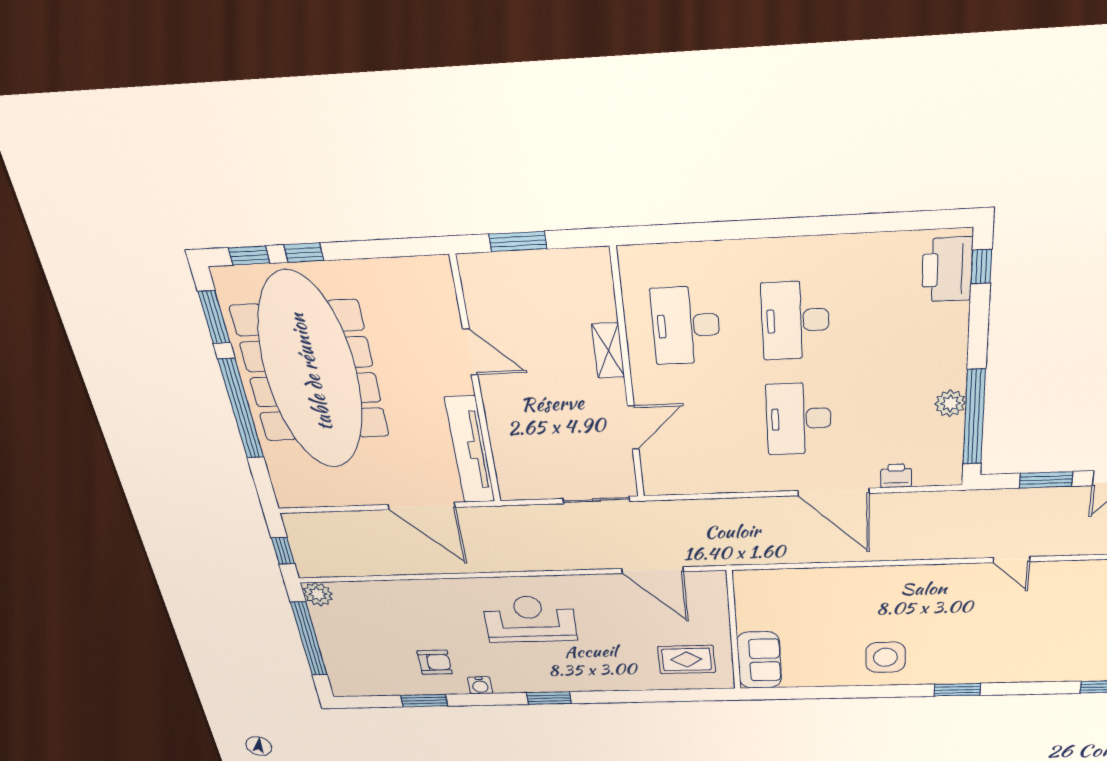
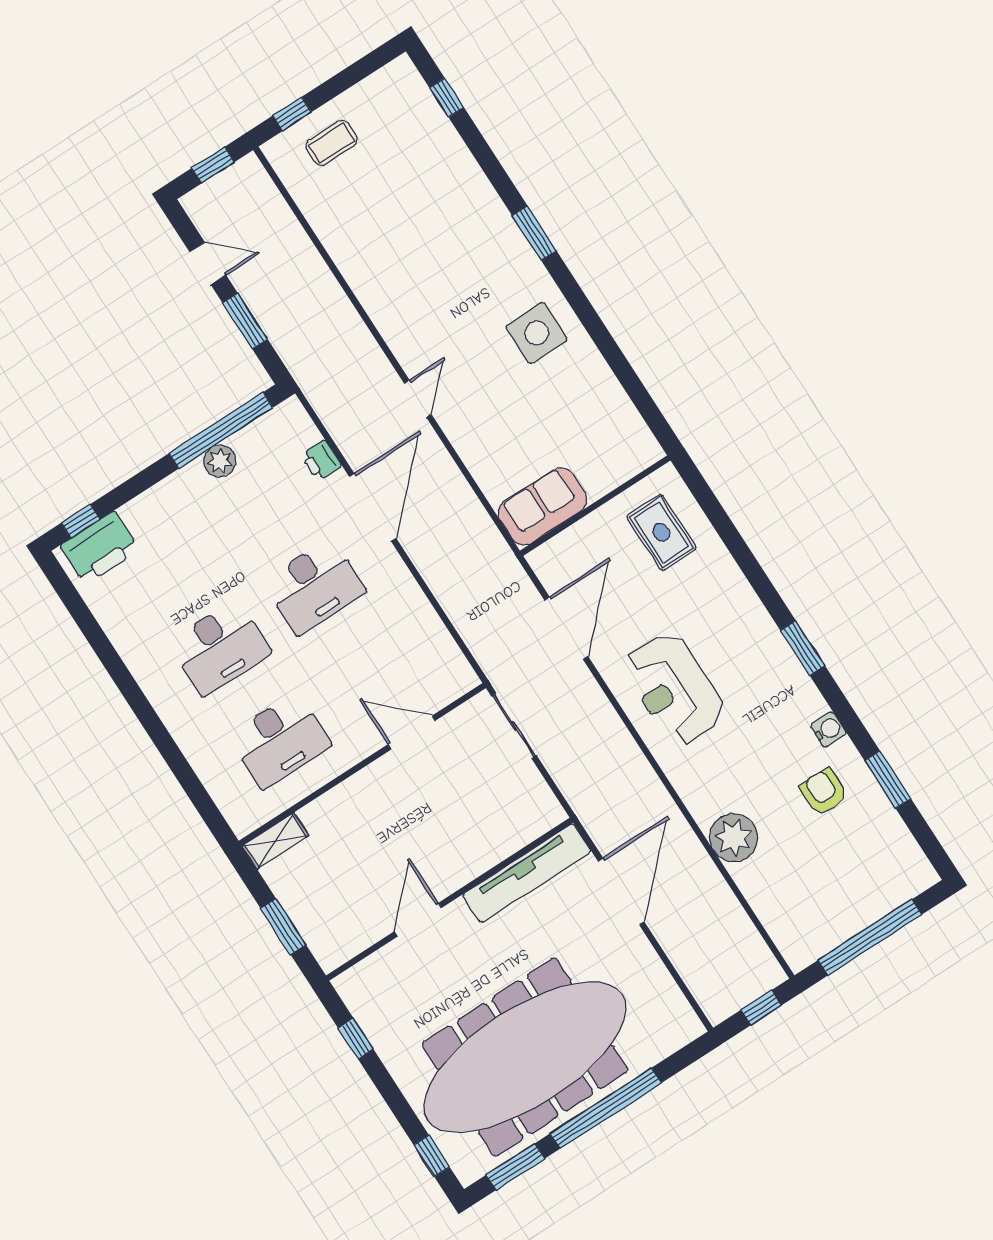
window: (304, 253) -> (356, 1039), moved
shelving: (608, 351) -> (275, 841), moved
door: (1012, 560) -> (418, 399), moved
plant: (318, 594) -> (734, 837), moved, width x1.36, depth x1.36
reception desk: (530, 619) -> (674, 689), moved
sofa: (759, 660) -> (543, 506), moved

